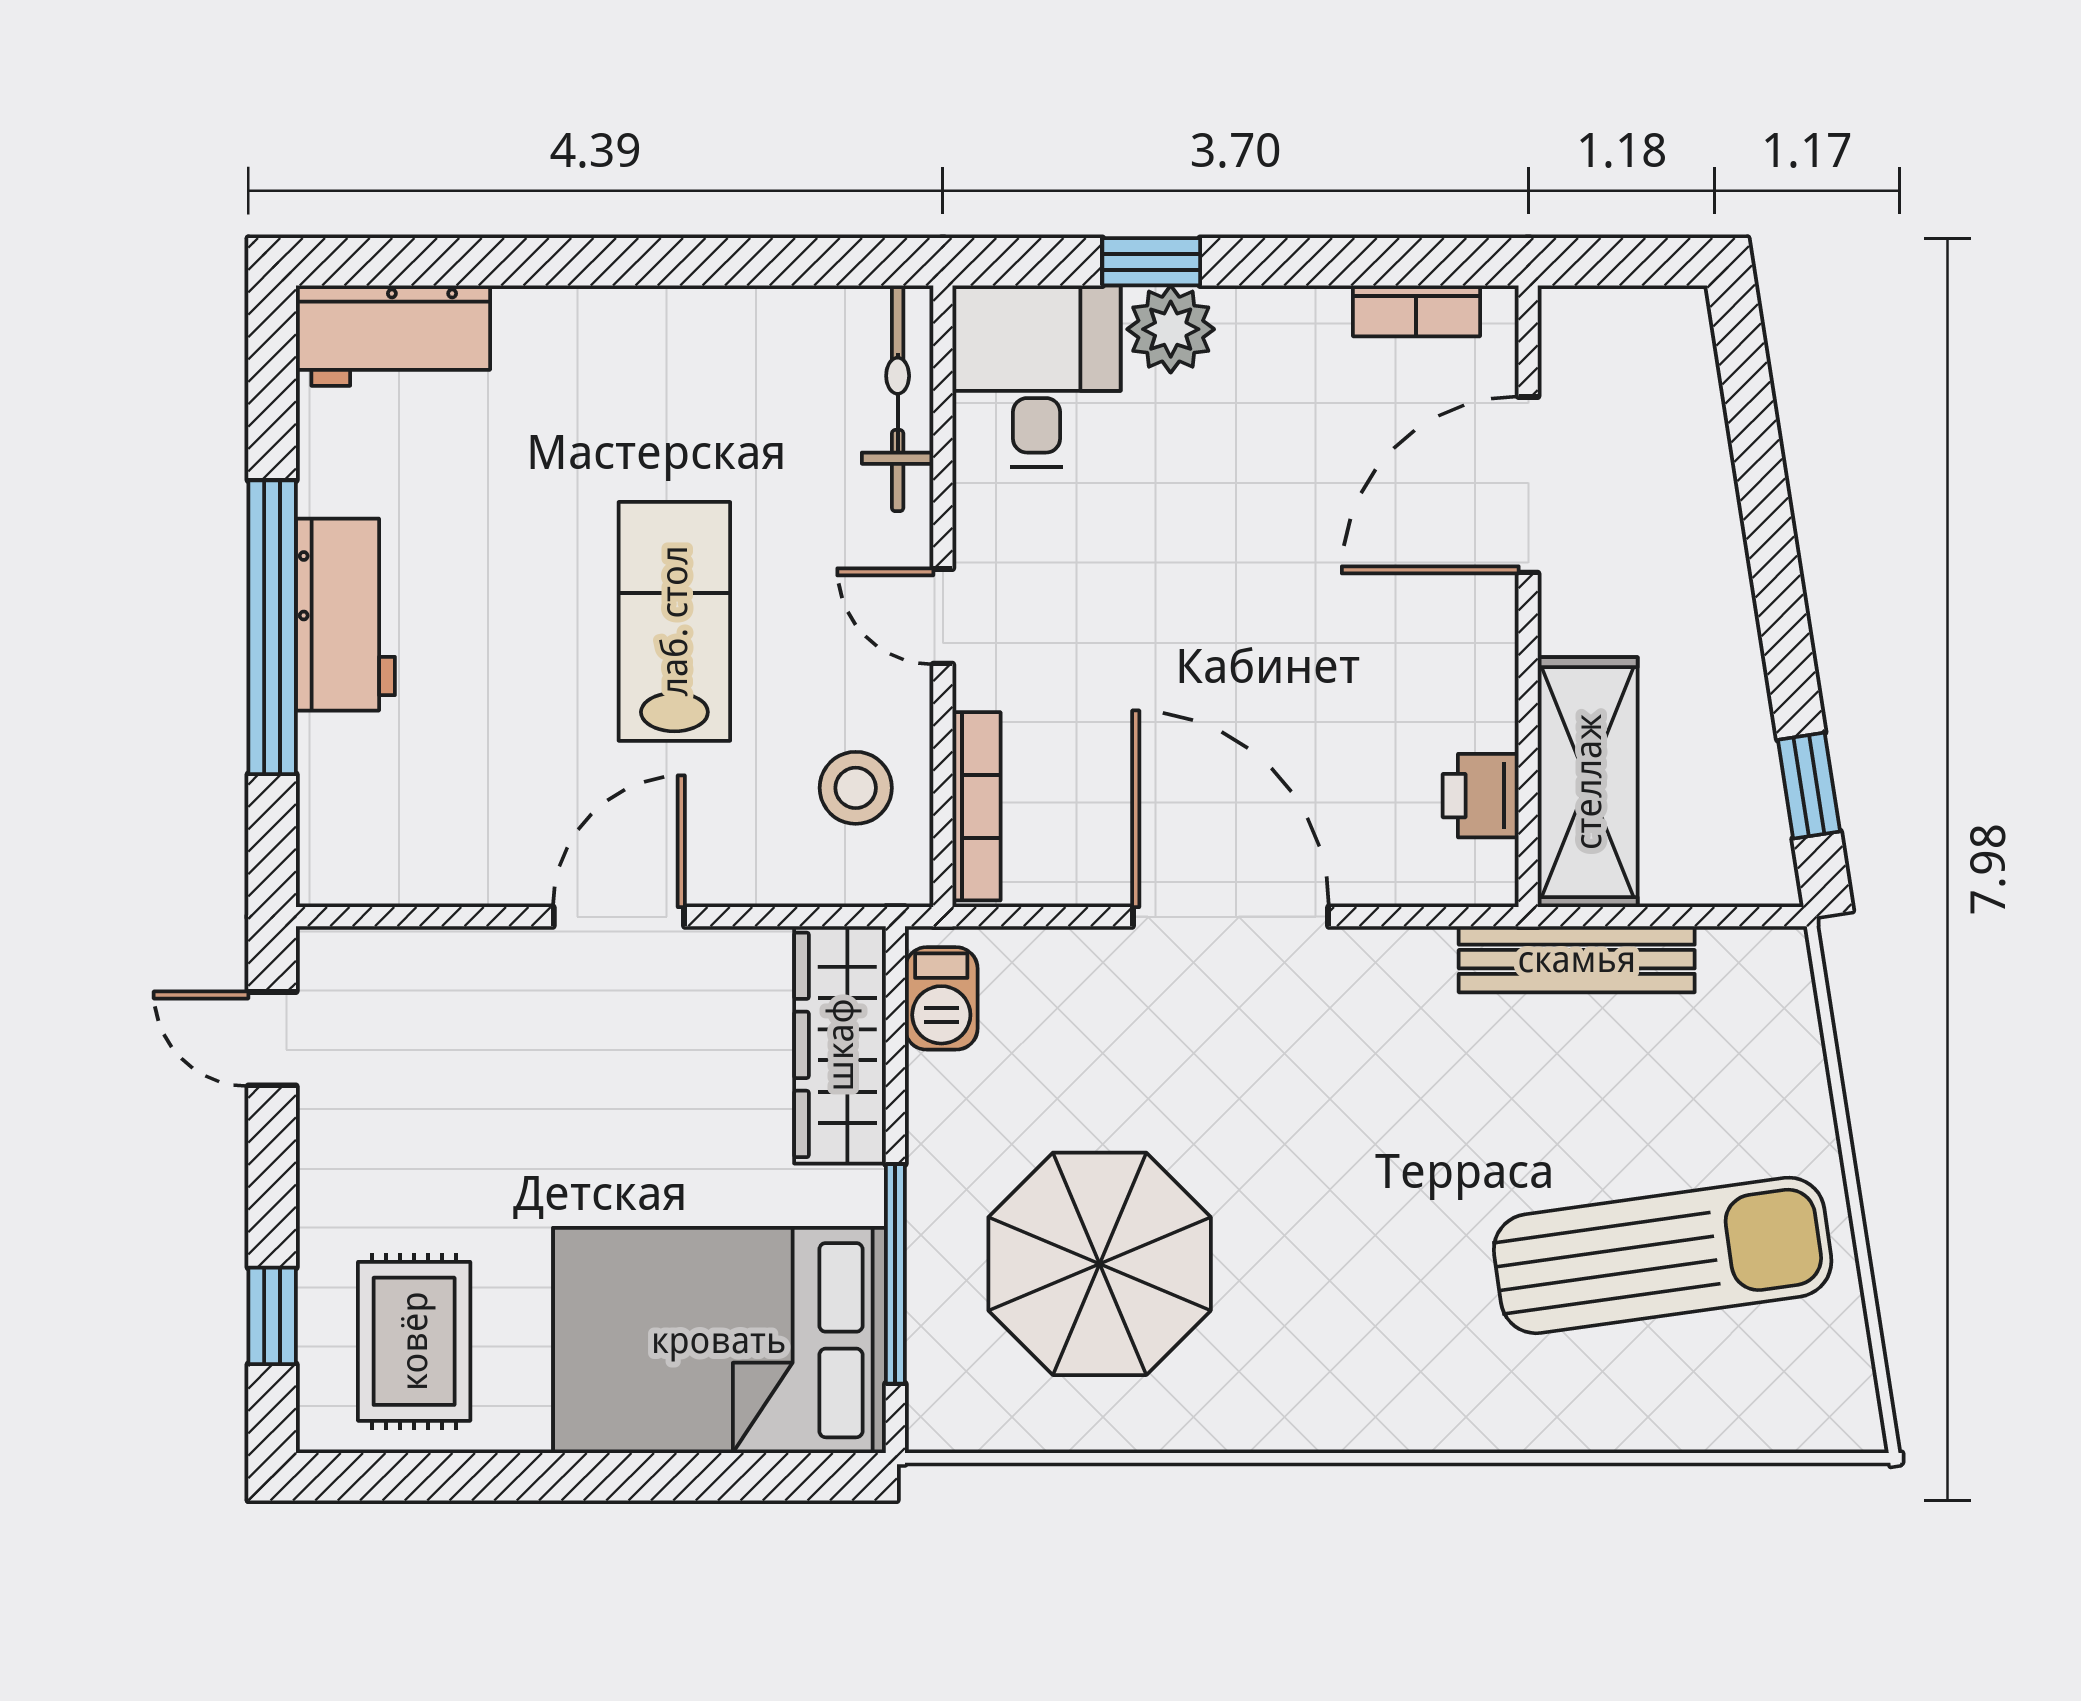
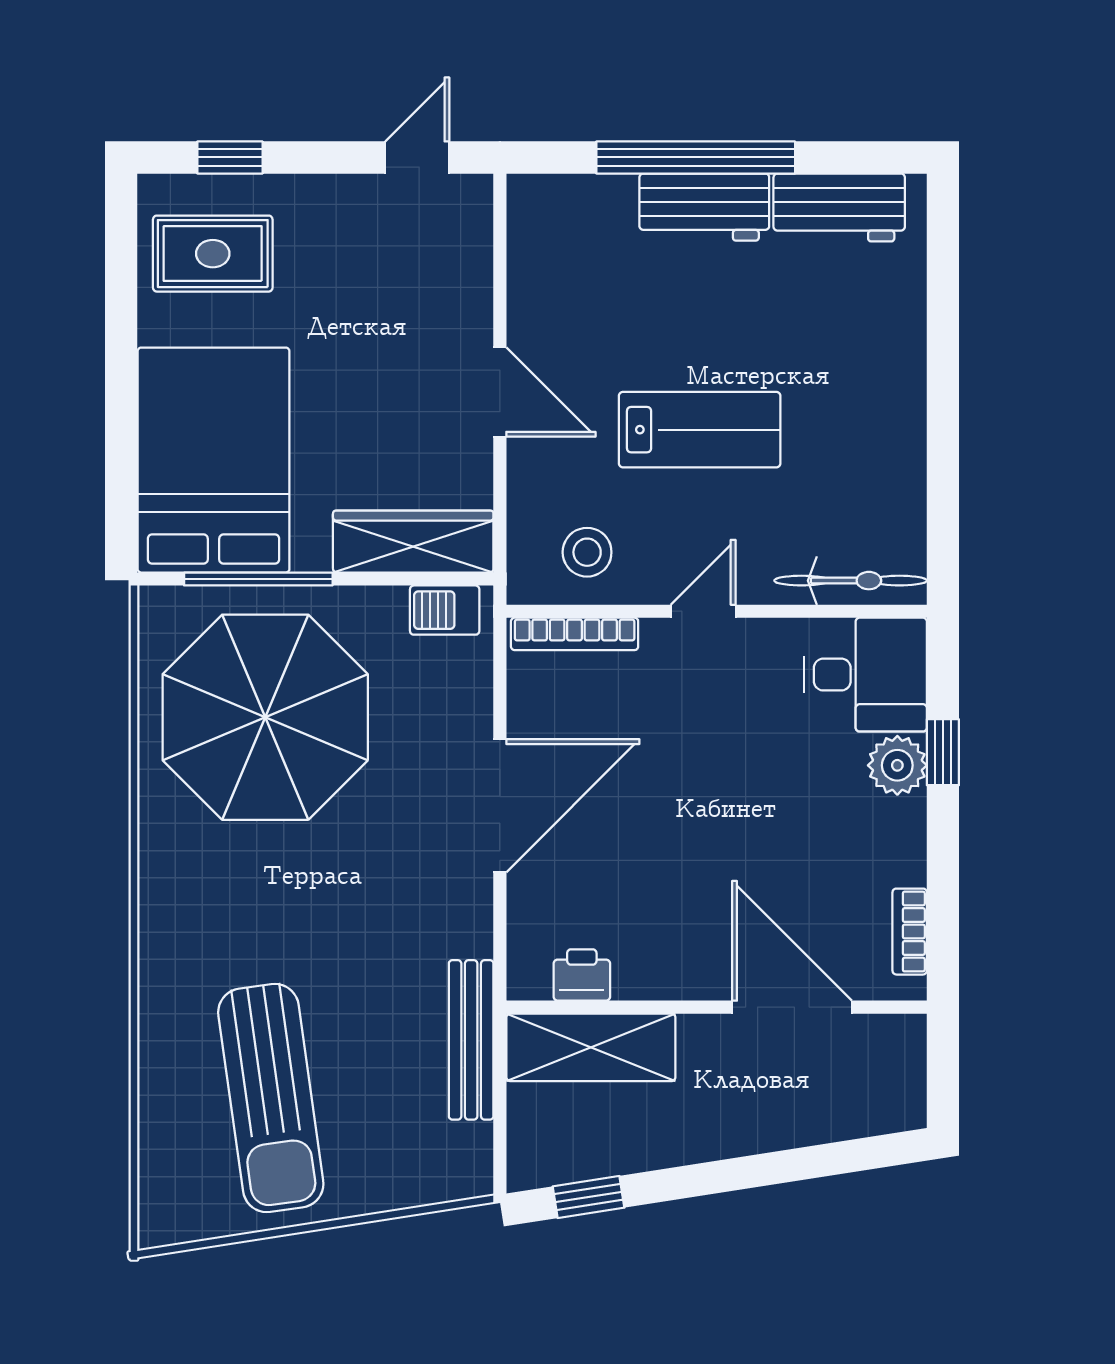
workbench: (393, 336) -> (839, 207), moved, turned -90
parasol: (1100, 1264) -> (265, 717), width x1.36, depth x1.36

